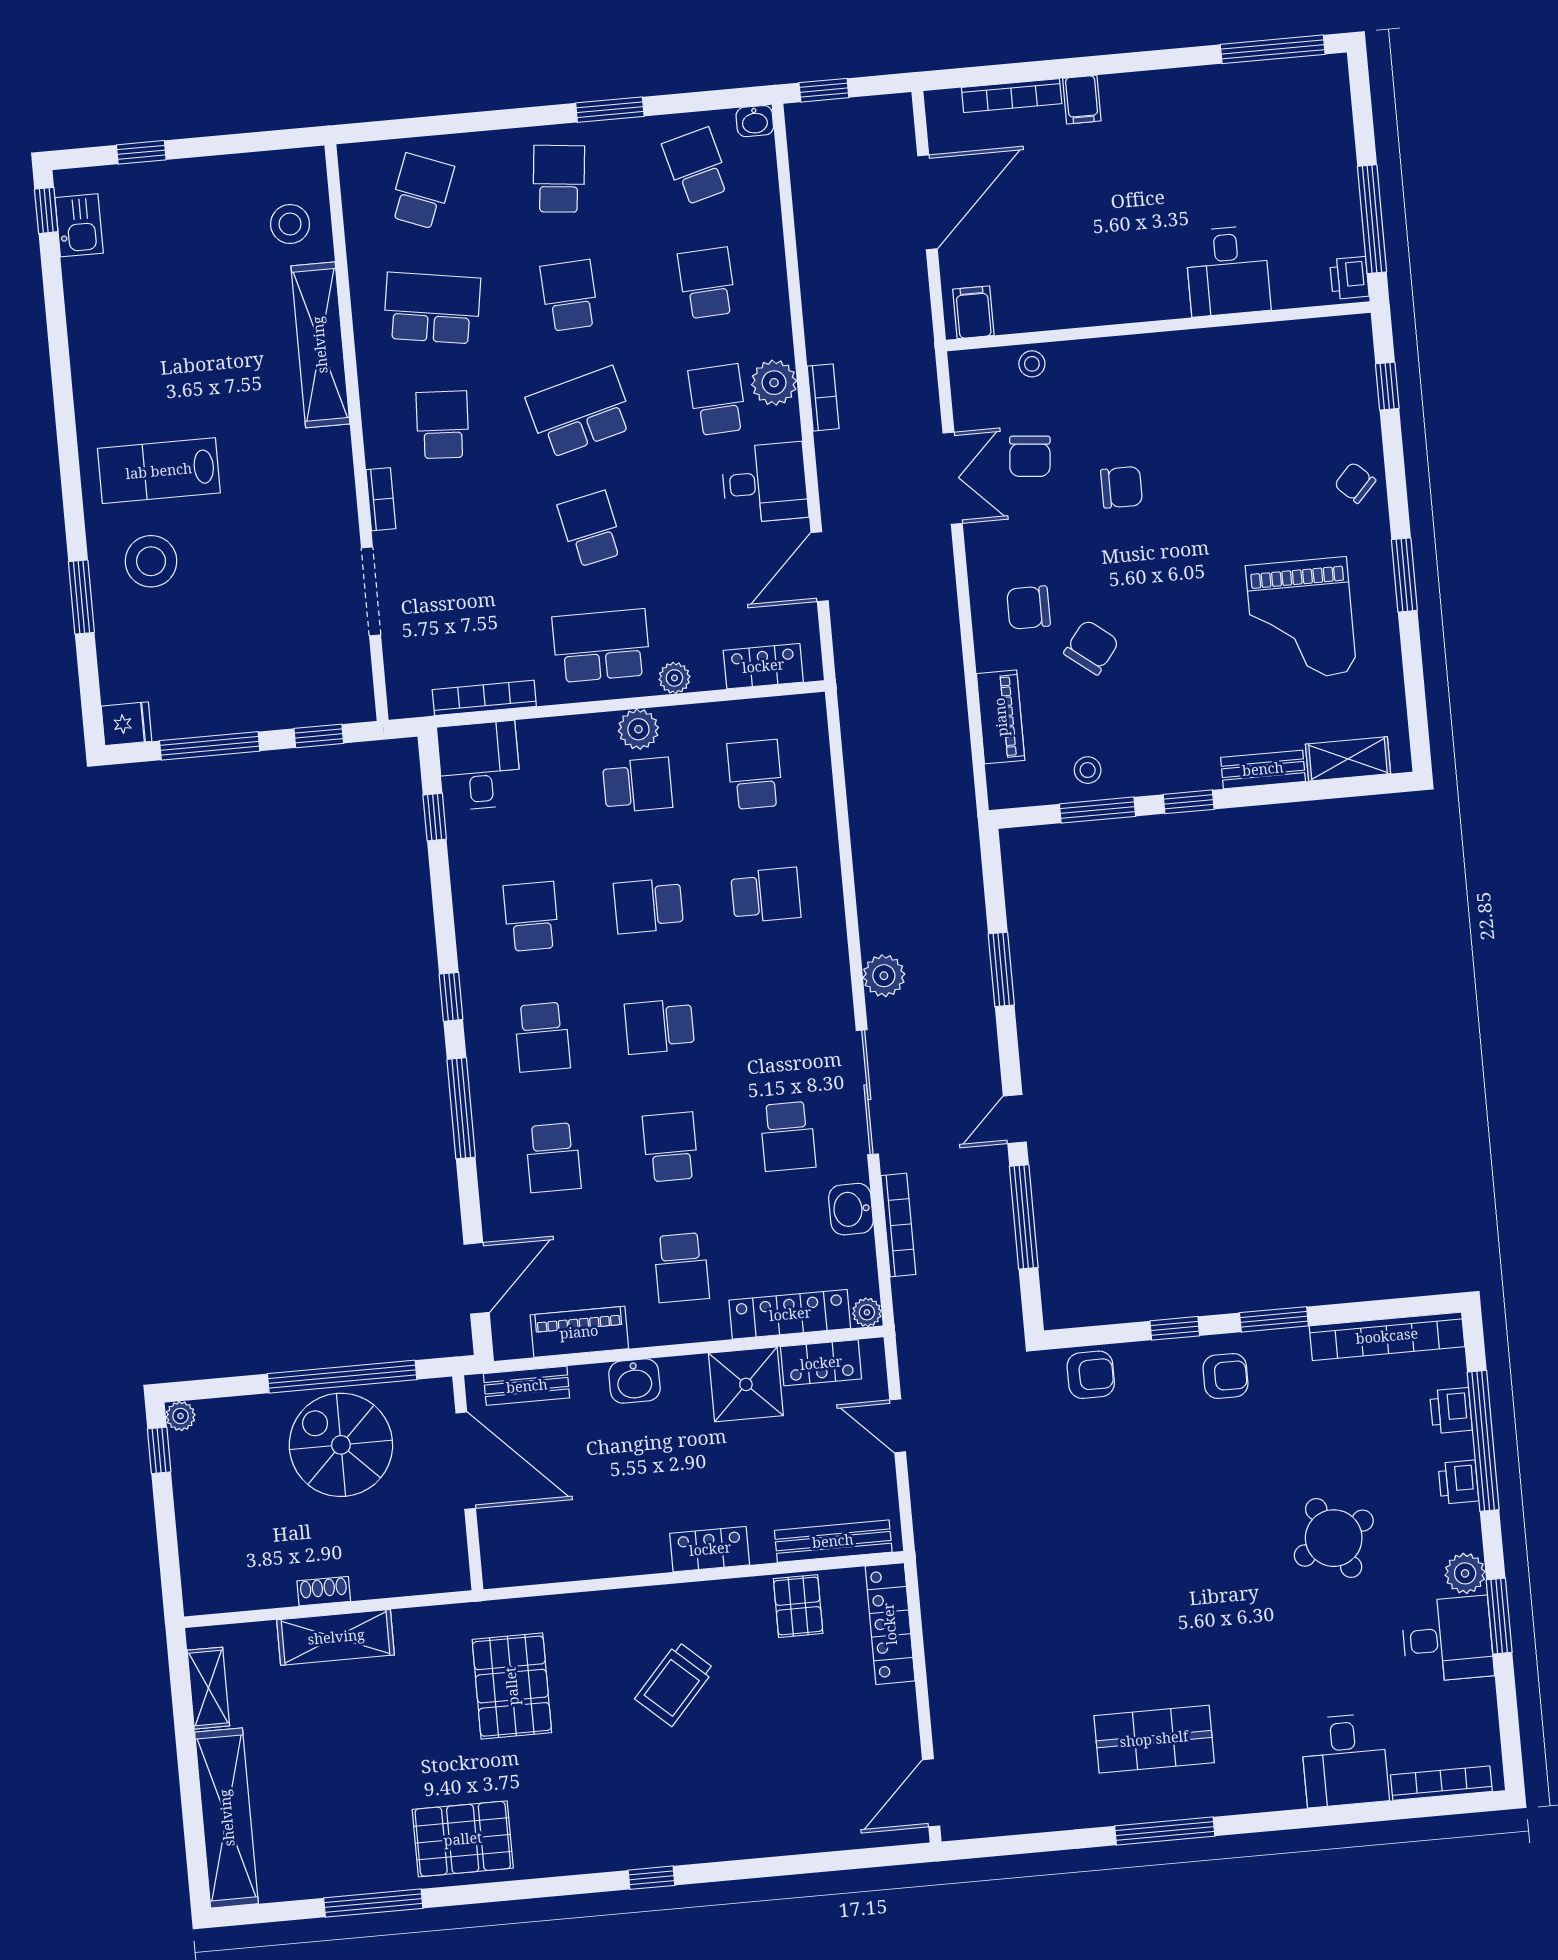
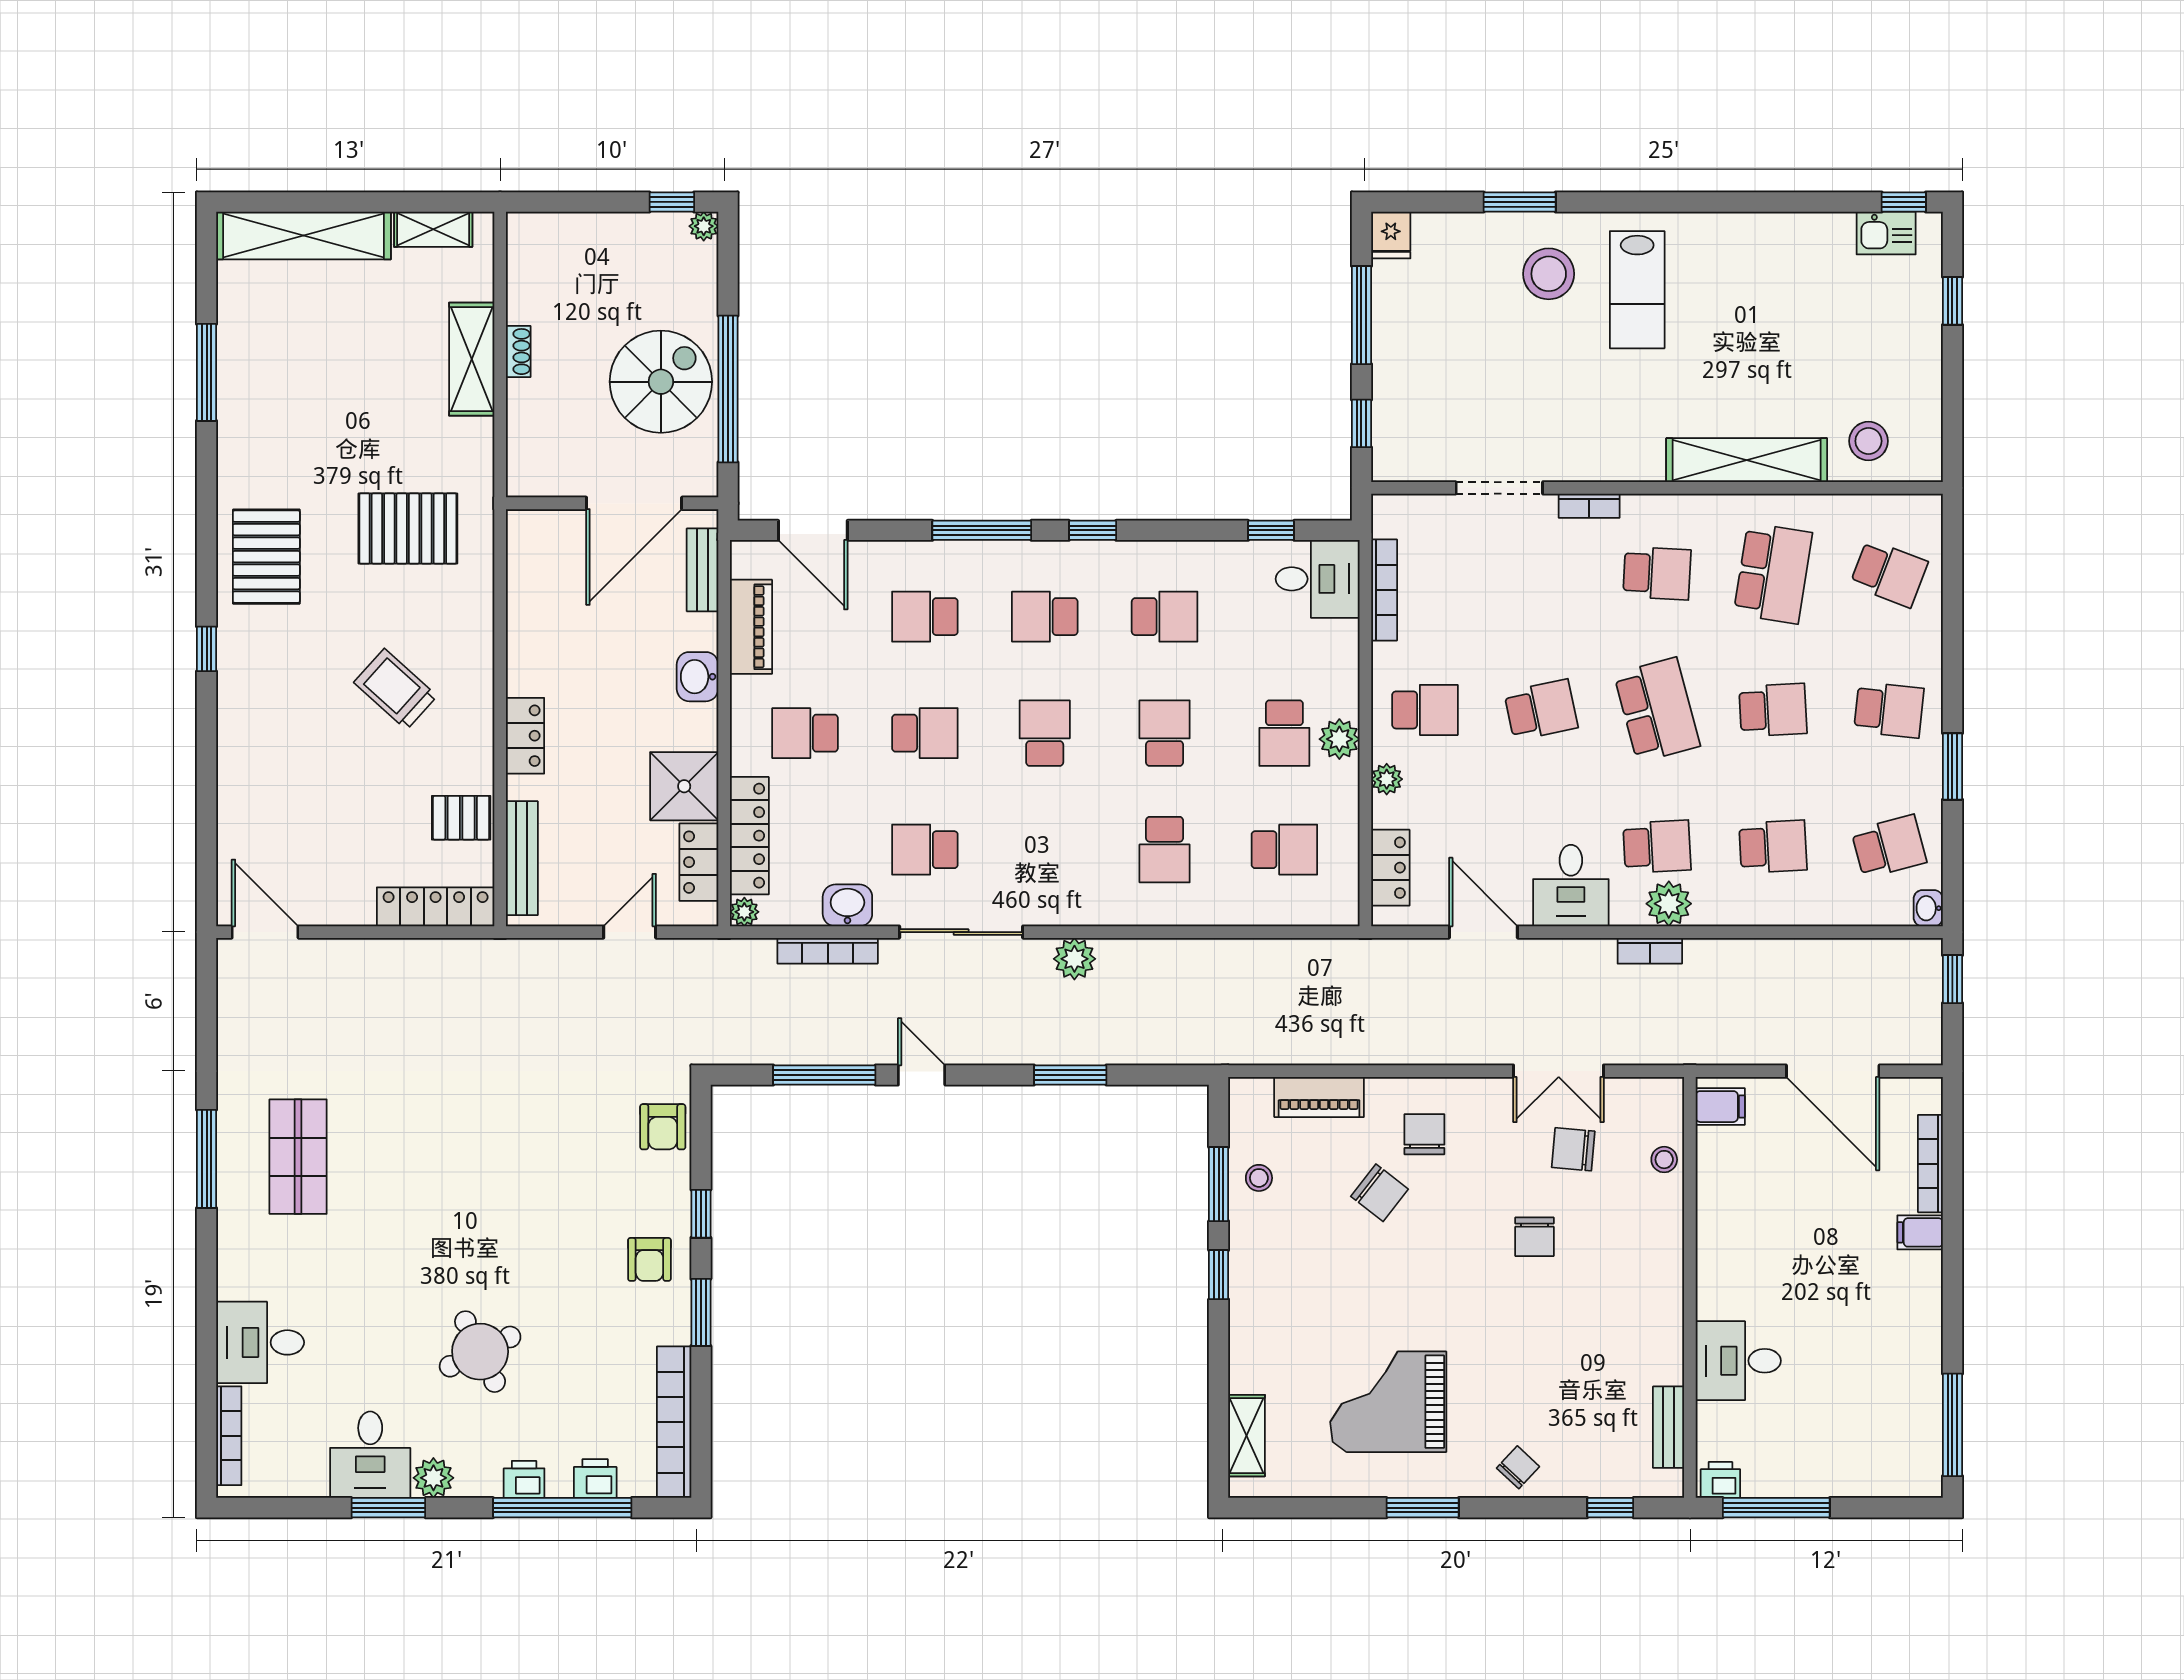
lab bench: (159, 471) -> (1637, 290), turned 180
school desk: (601, 646) -> (1425, 710), width x0.54
bench: (1263, 769) -> (1668, 1427), moved
pallet: (463, 1839) -> (266, 557), moved

